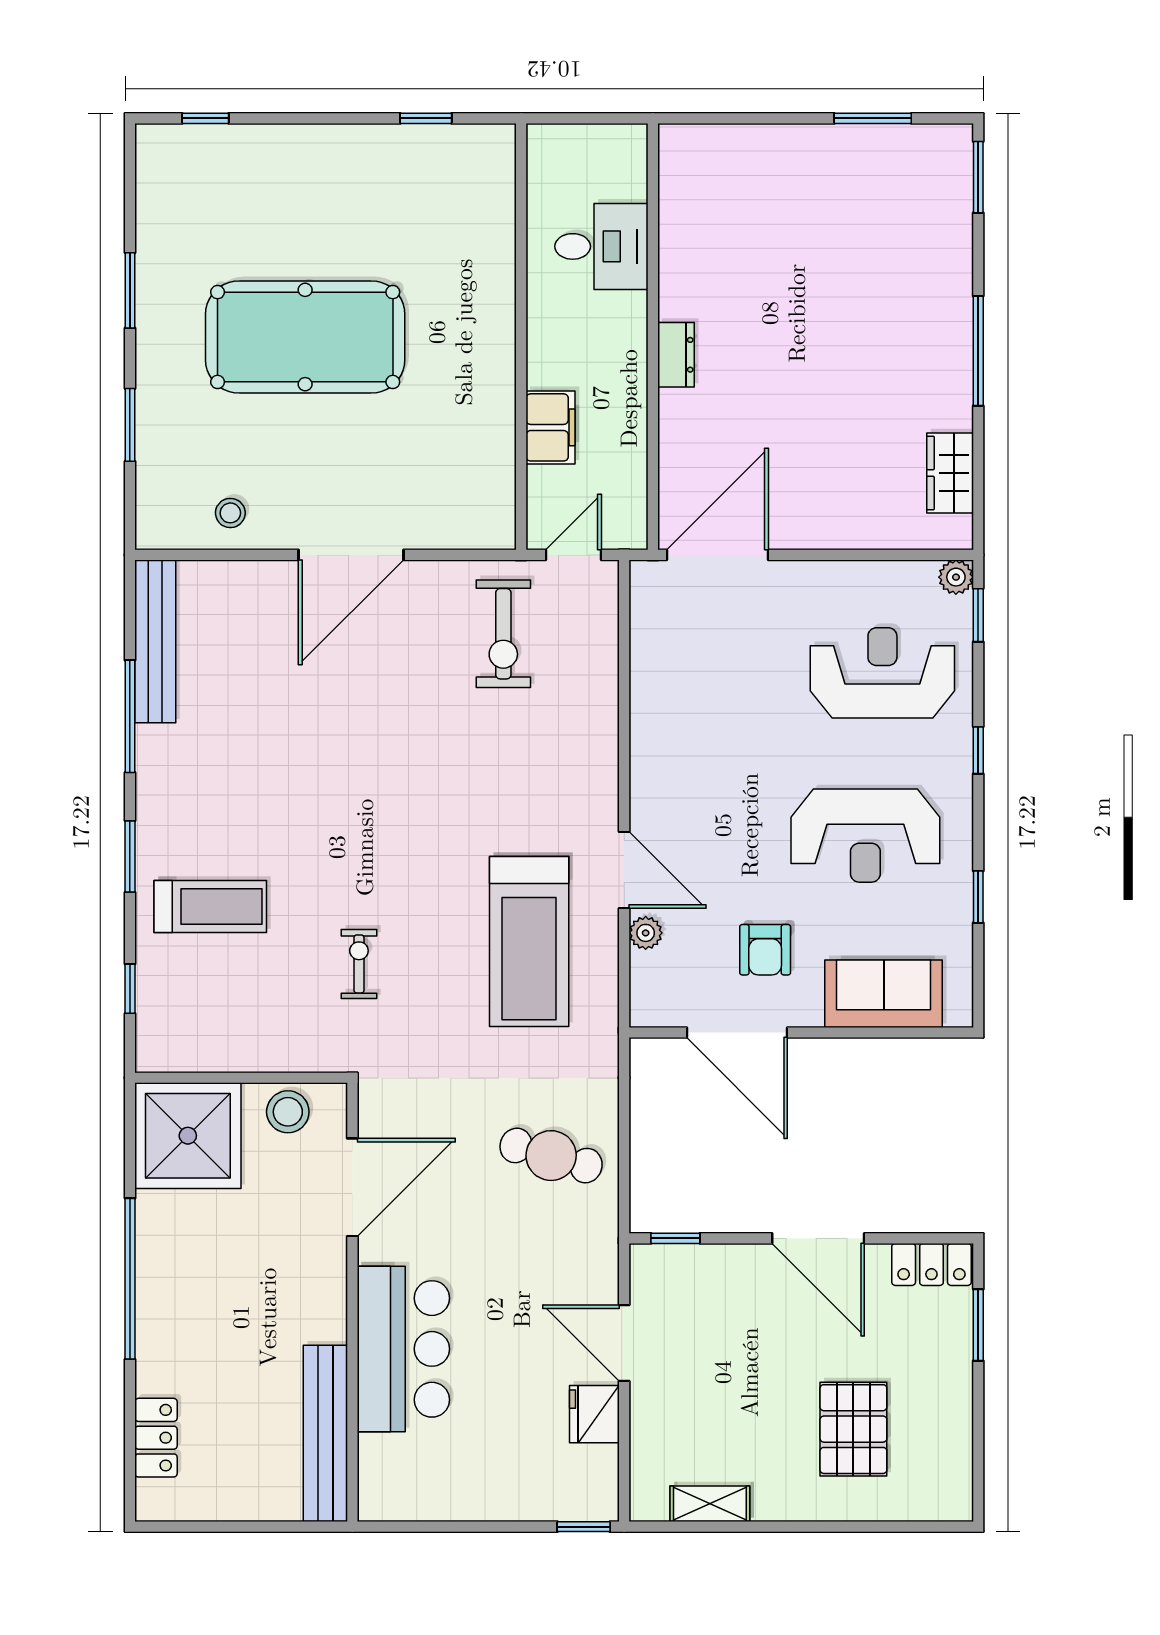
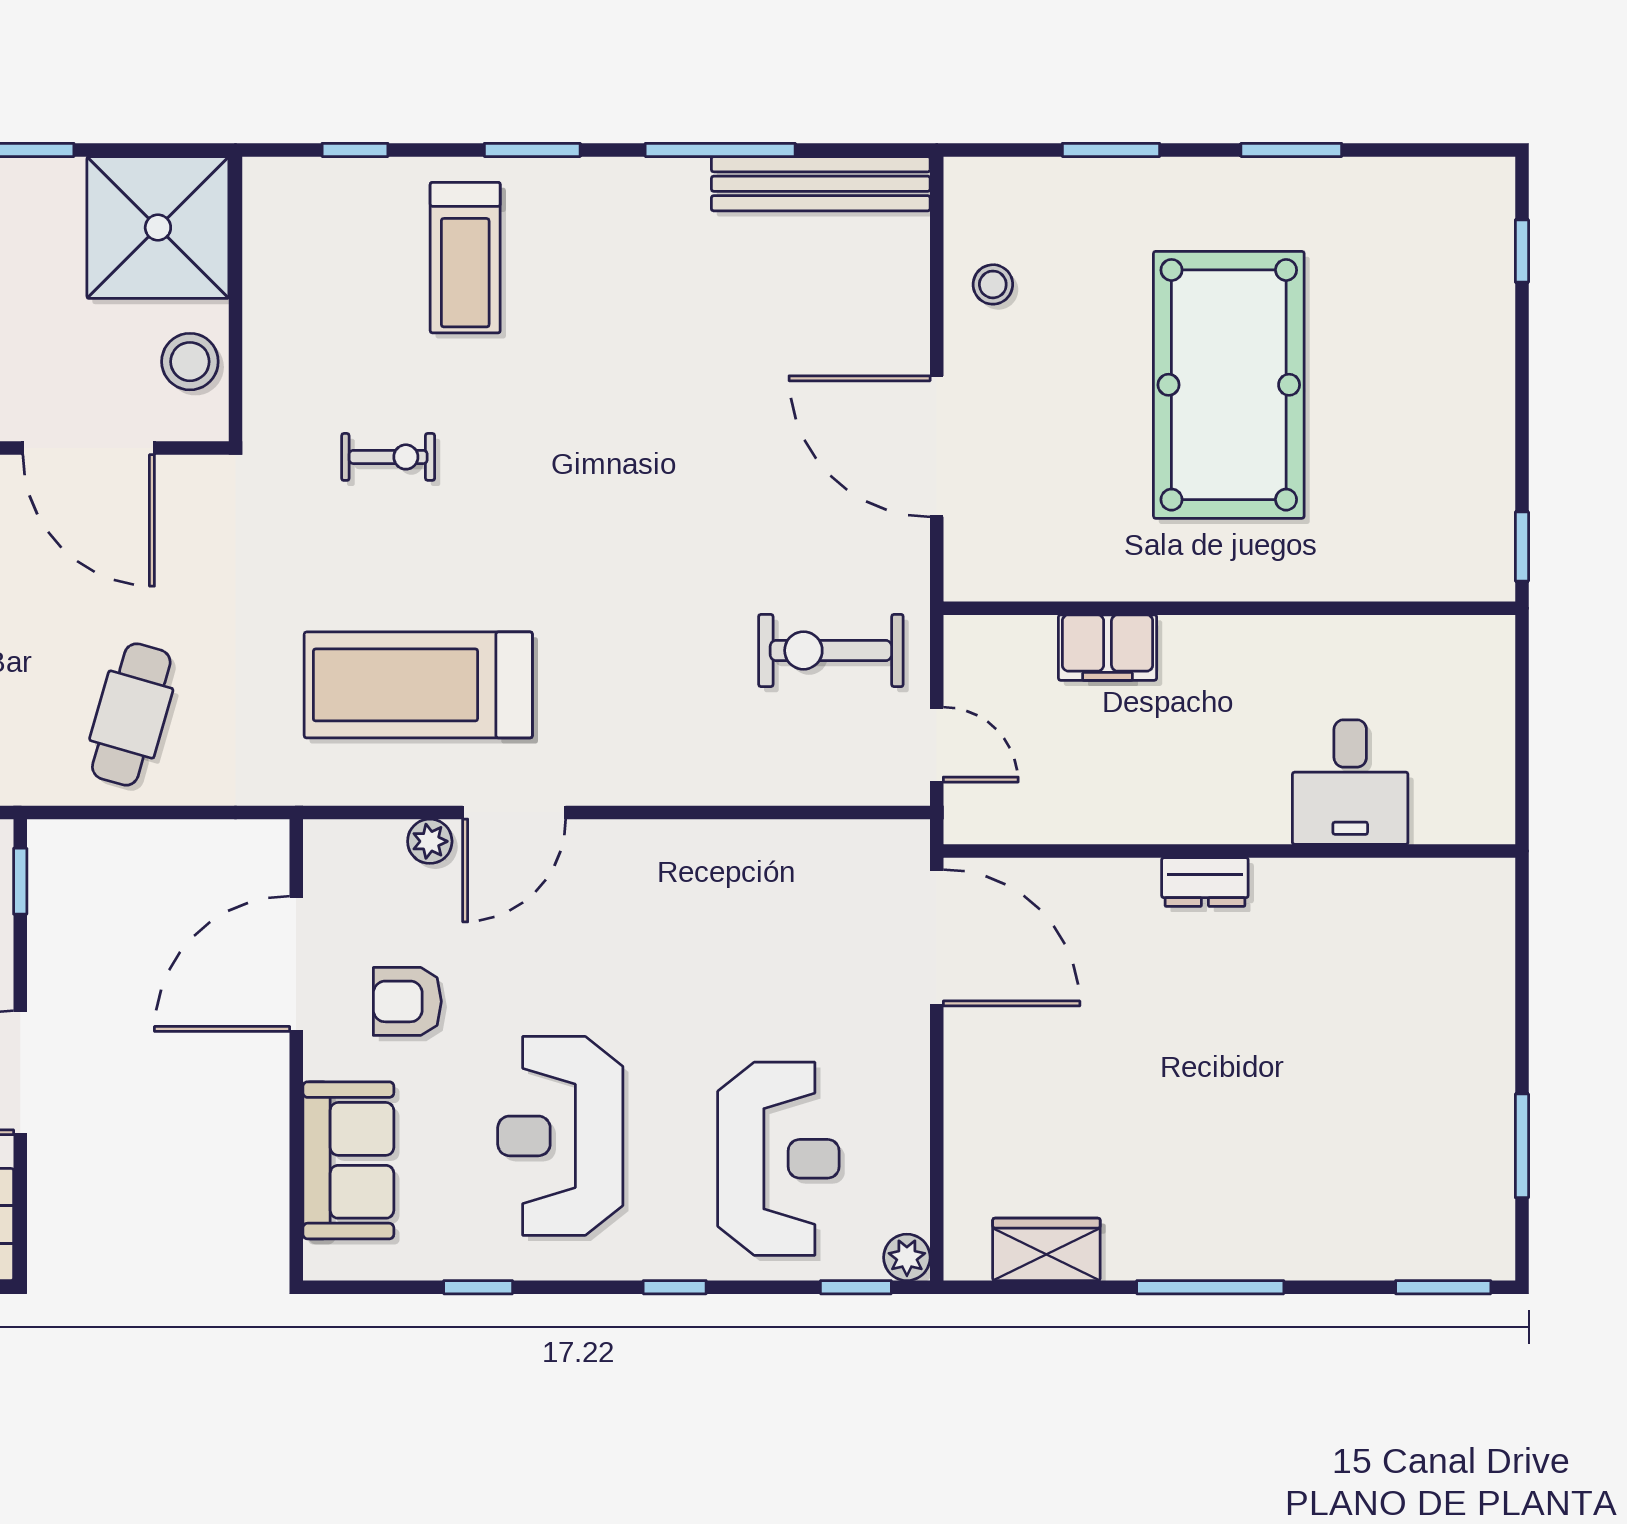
wall: (521, 337) -> (1229, 608), moved
filing cabinet: (551, 427) -> (1108, 648), moved

